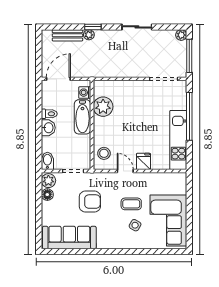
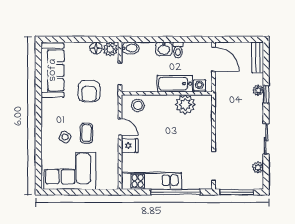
bench: (67, 35) -> (258, 57), moved
plant: (181, 35) -> (258, 167), moved
door: (125, 171) -> (120, 127), hinge flipped

